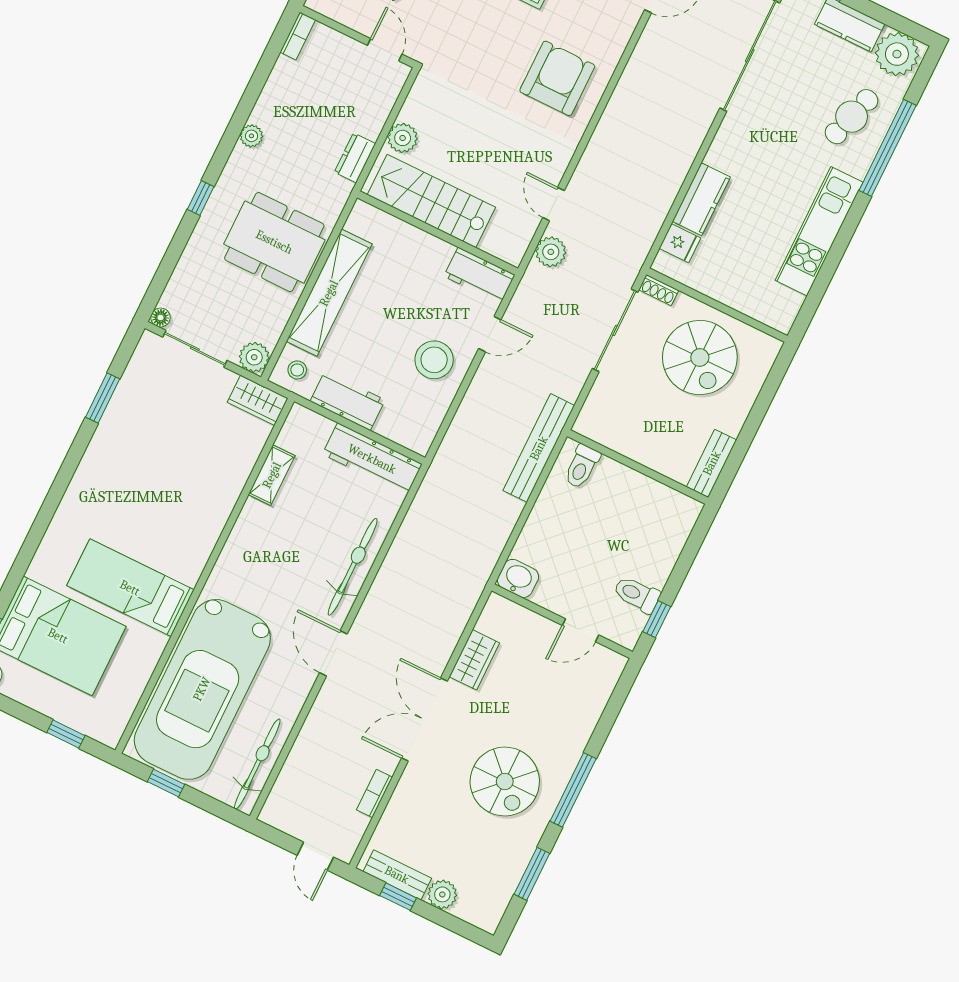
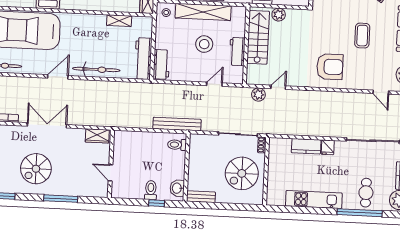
cafe table: (852, 117) -> (366, 193), turned 73
fridge: (680, 243) -> (328, 147), moved
workbench: (479, 276) -> (237, 52), moved
door: (490, 334) -> (214, 84), swing flipped
stool: (434, 360) -> (204, 44), moved
workbench: (348, 401) -> (161, 64), moved
washbasin: (518, 578) -> (177, 188), moved, turned 180
toilet: (637, 594) -> (151, 190), moved
window: (657, 619) -> (157, 203), moved
wardrobe: (474, 660) -> (97, 136), moved
window: (573, 790) -> (61, 199), moved

